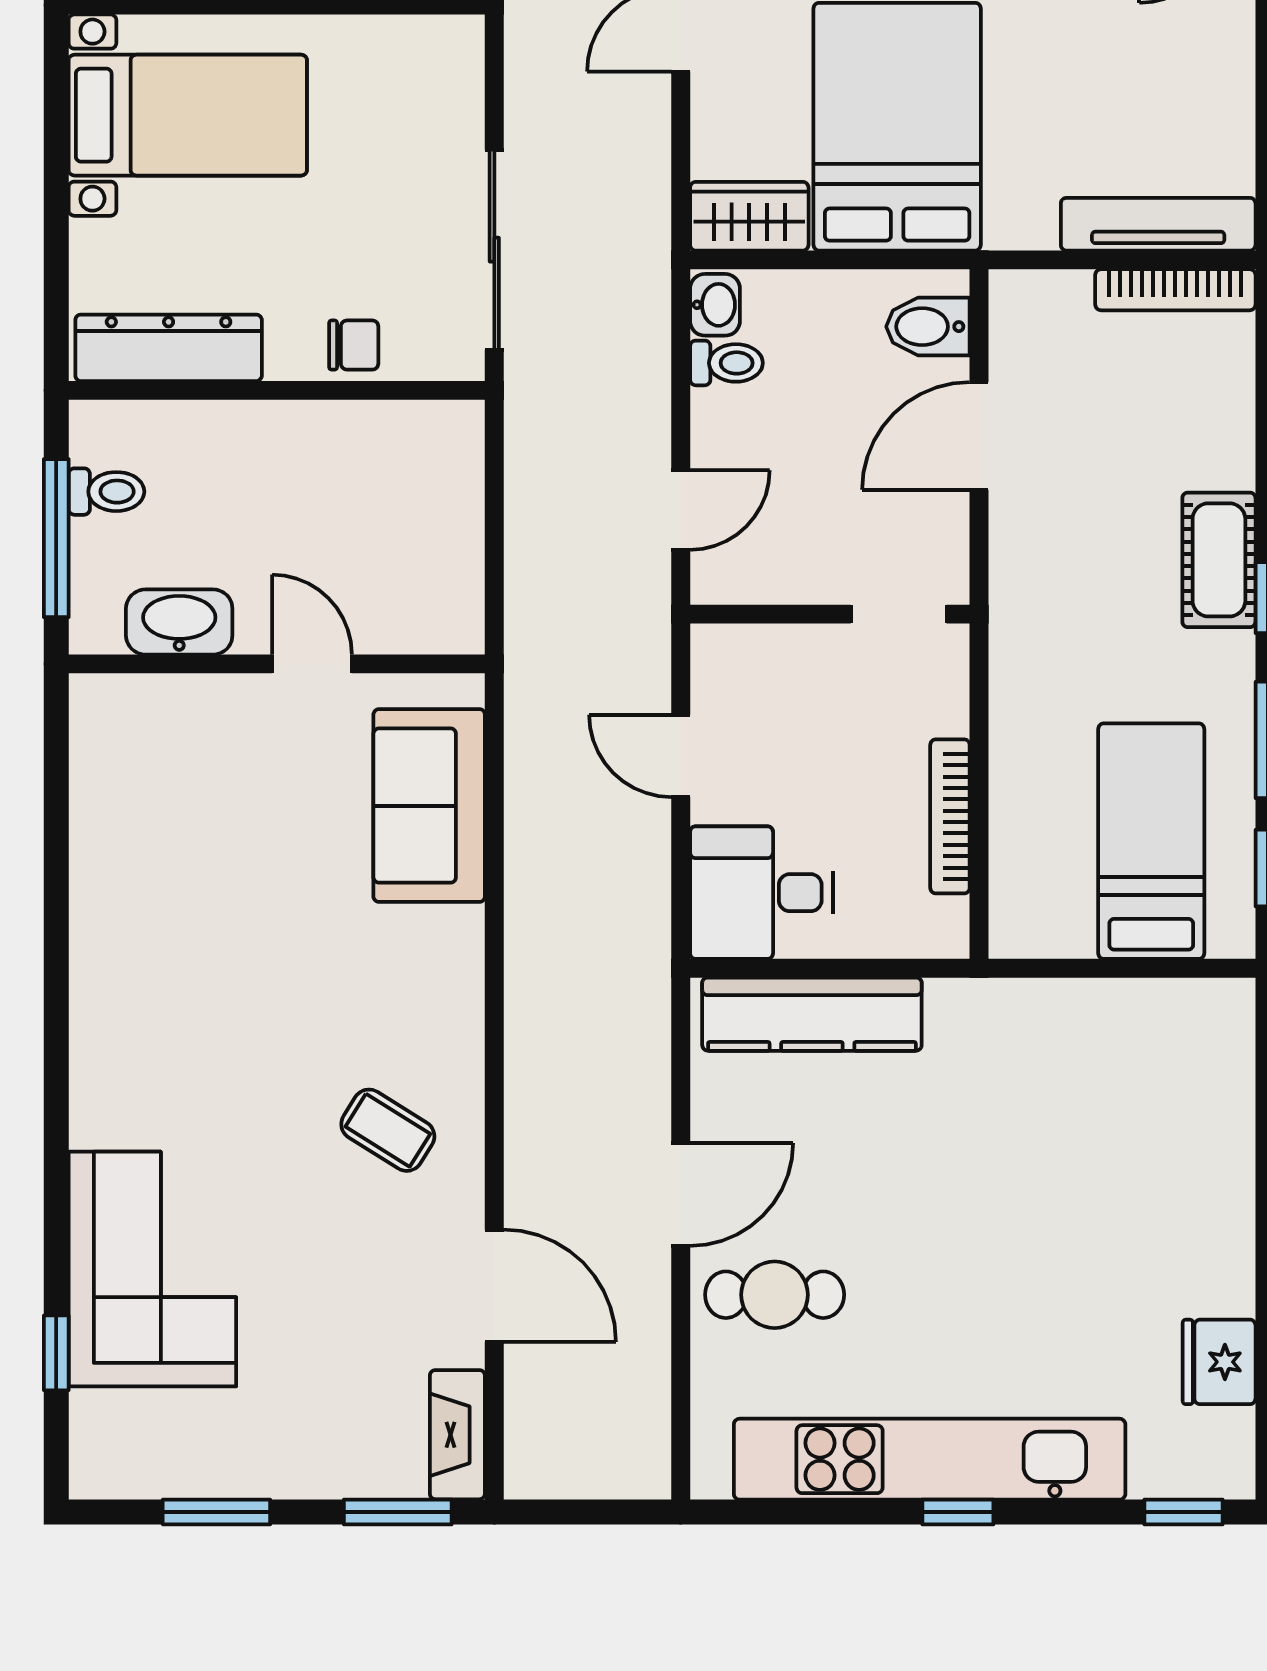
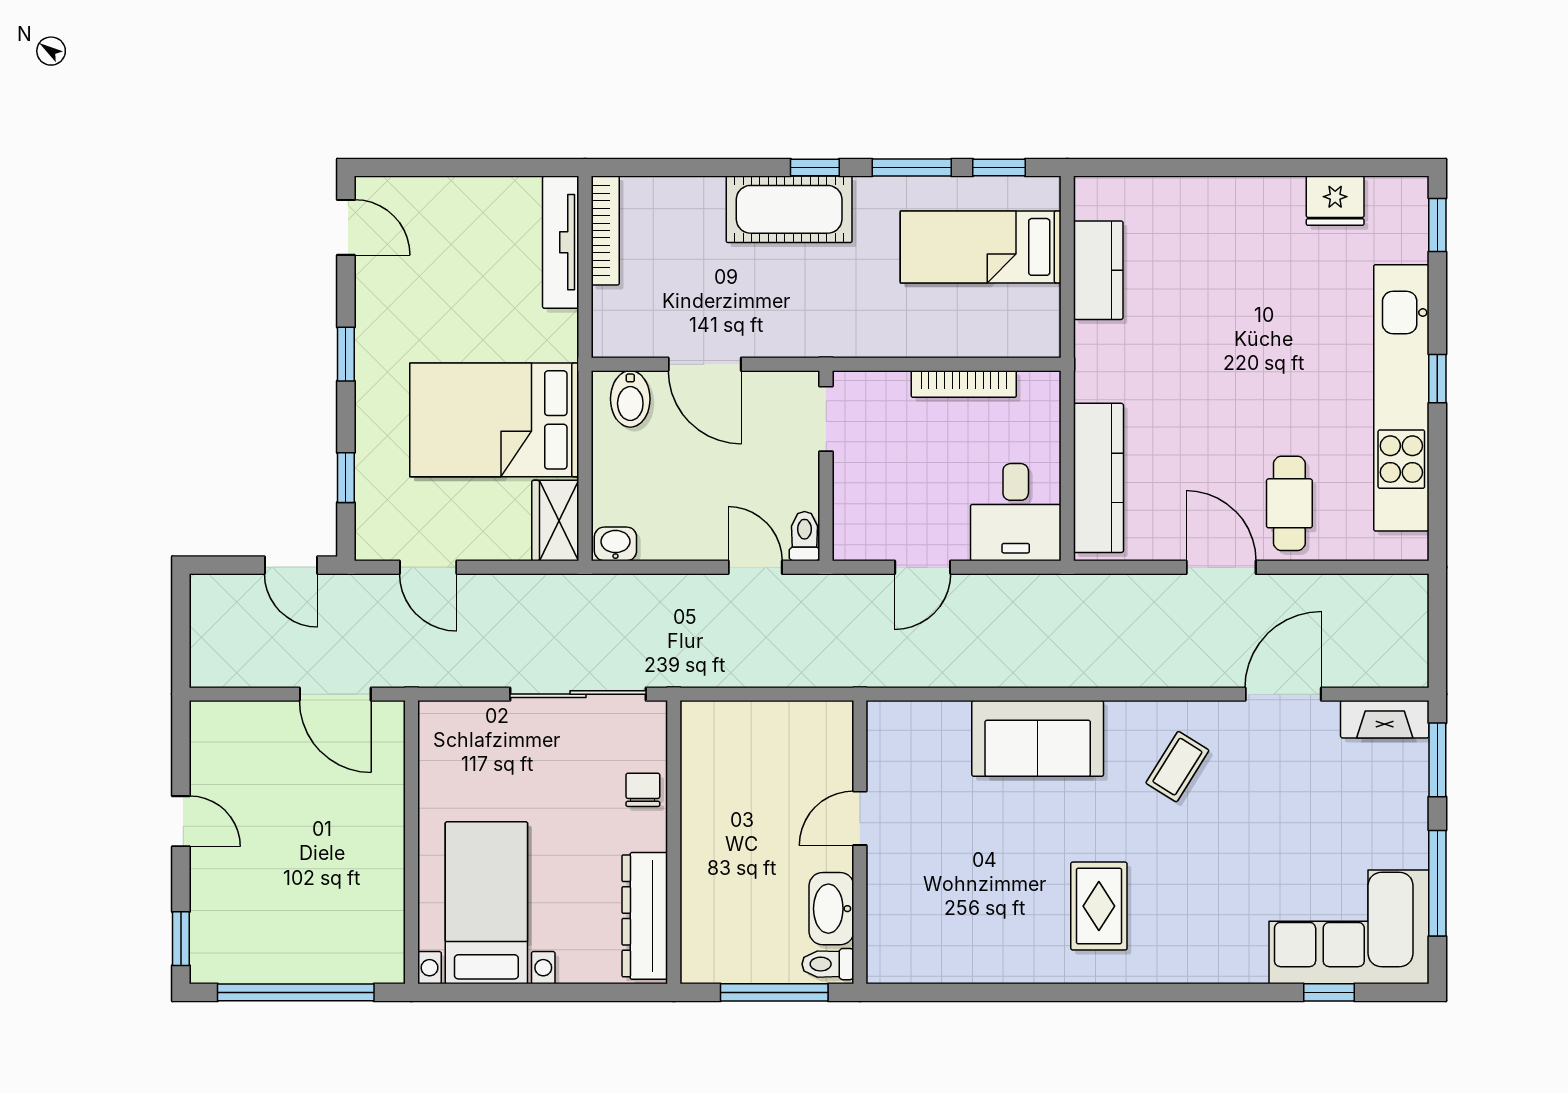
toilet: (726, 363) -> (805, 536), moved
toilet: (106, 492) -> (828, 964), moved, turned -90
cot: (1219, 560) -> (789, 209), width x1.37, depth x1.34
sofa: (429, 806) -> (1038, 738), moved
kitchen counter: (1117, 1014) -> (1098, 270), added
rug: (183, 1015) -> (1099, 906), added
corner sofa: (152, 1269) -> (1349, 927), moved
window: (216, 1512) -> (1437, 883), width x1.44

